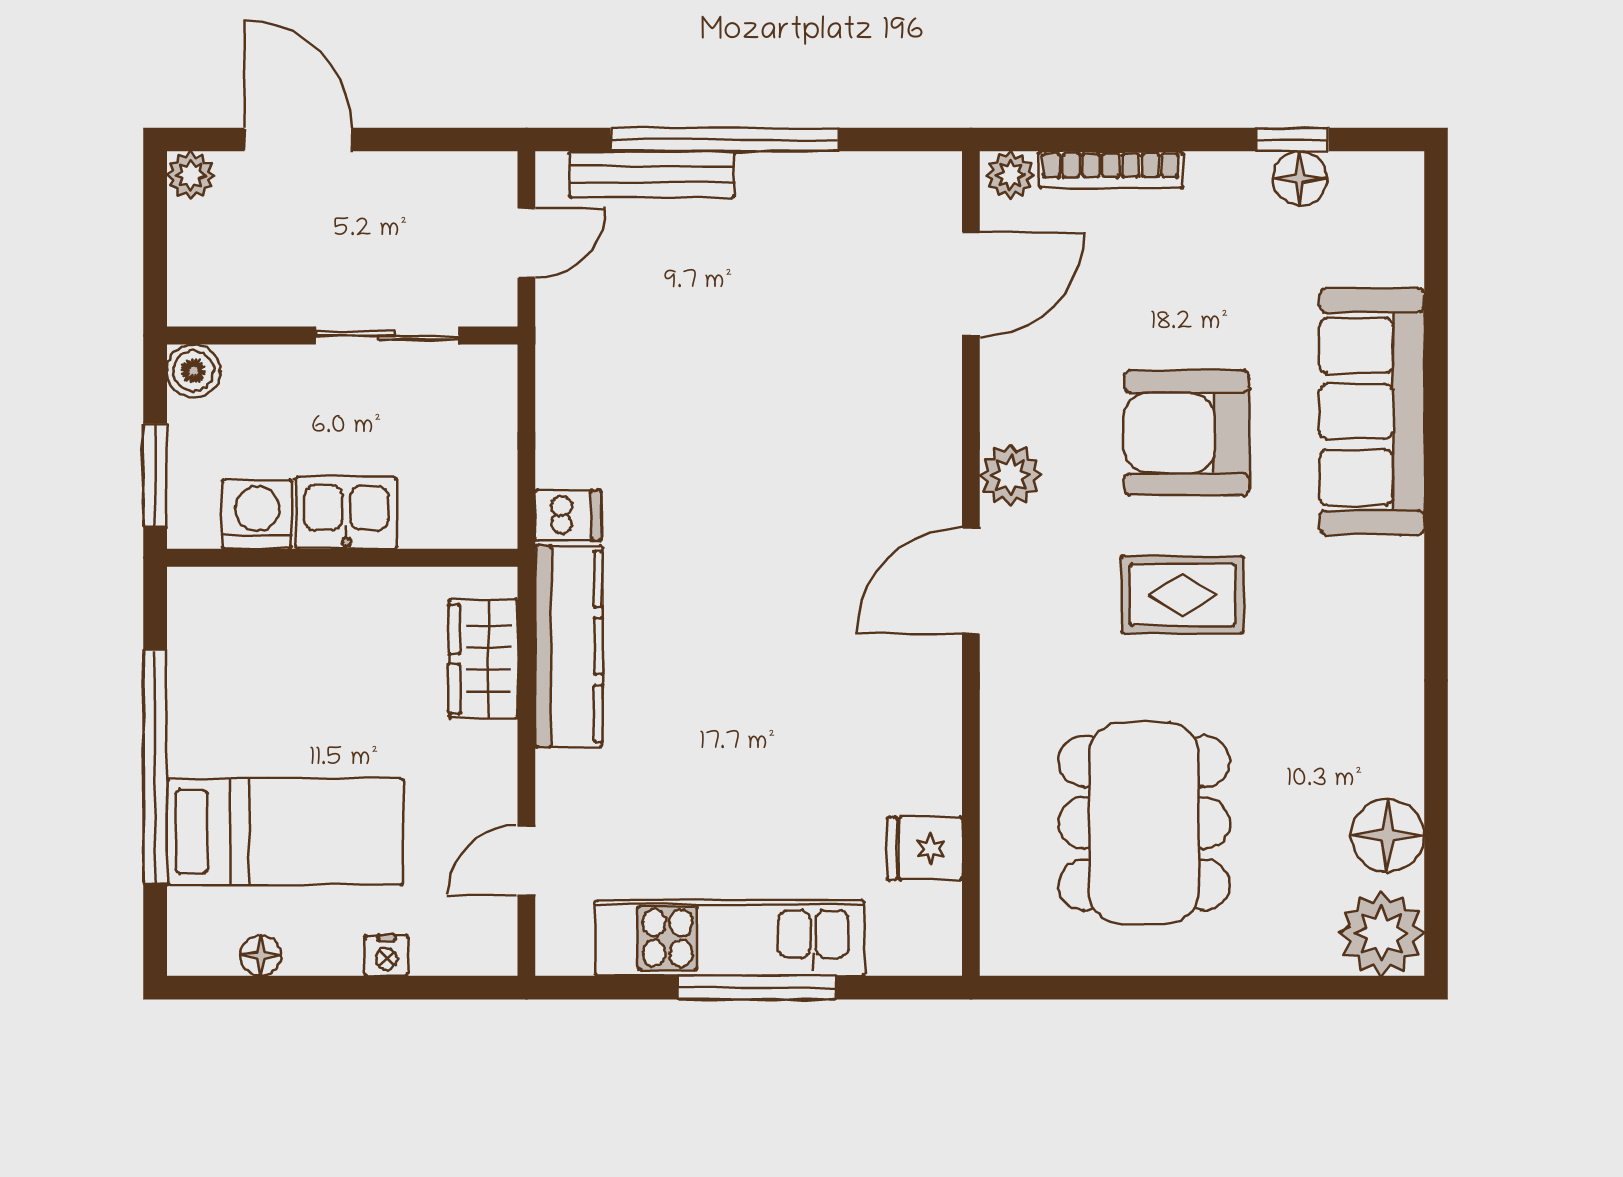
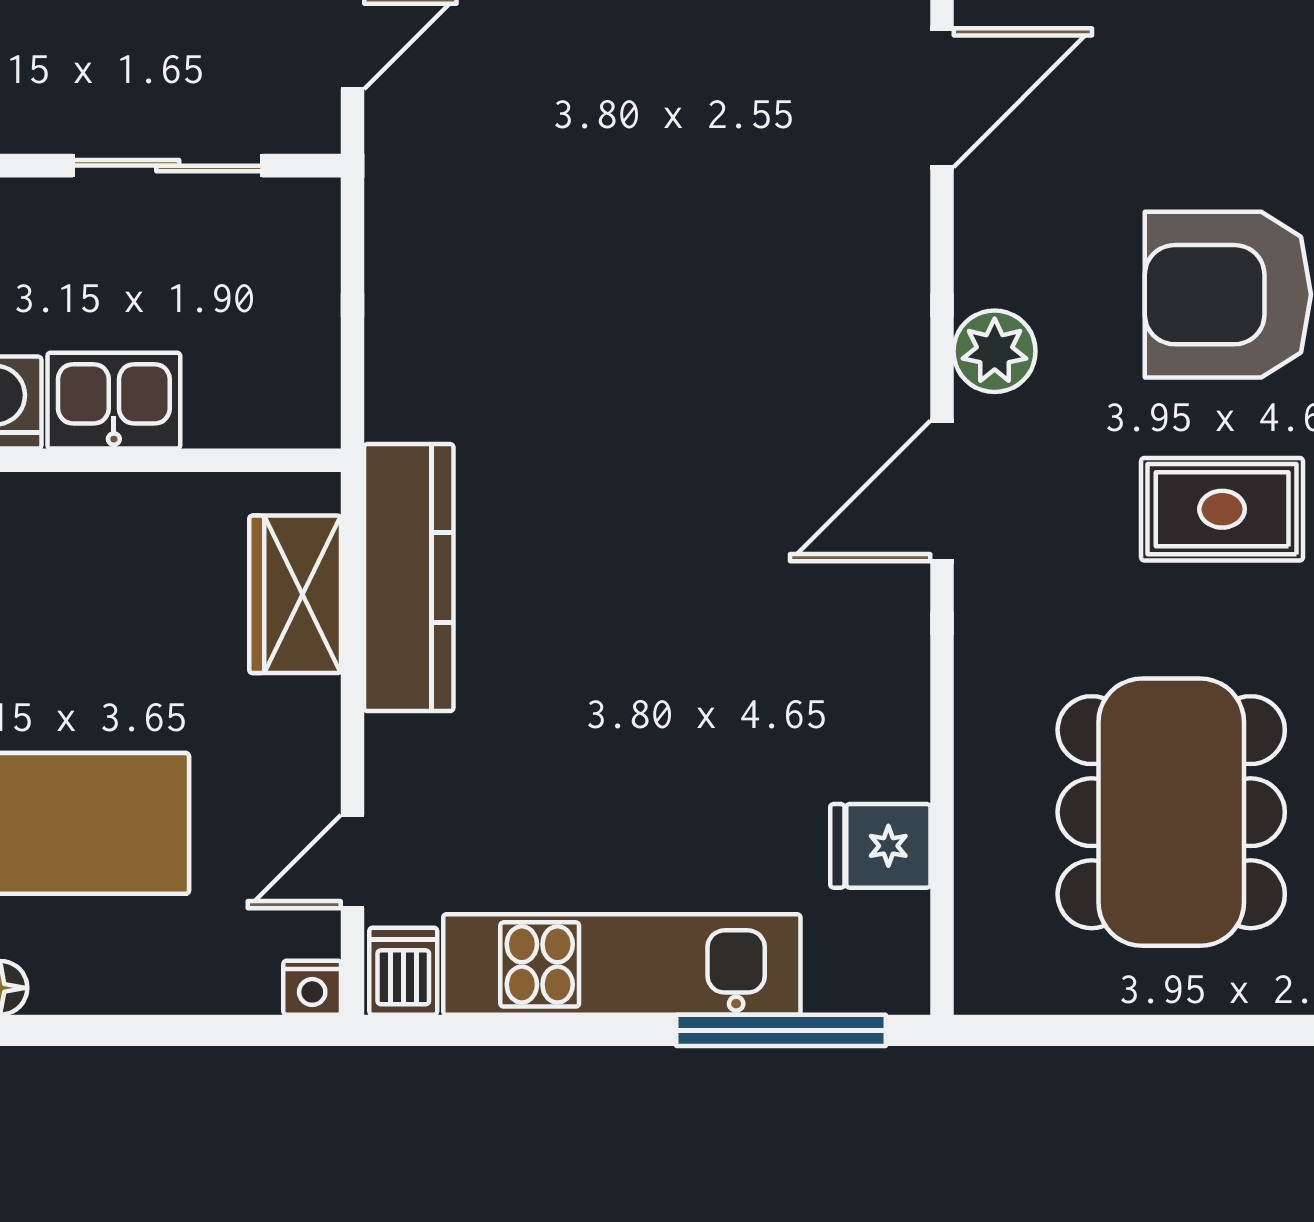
dishwasher: (568, 515) -> (403, 971), moved, turned -90
nightstand: (386, 955) -> (312, 988), moved
window: (757, 988) -> (781, 1030), moved

